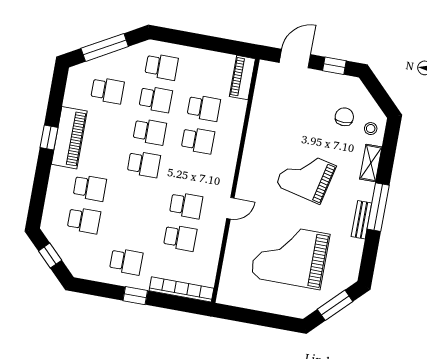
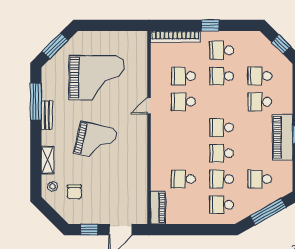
school desk: (198, 140) -> (222, 76), moved
window: (378, 207) -> (36, 101), moved

